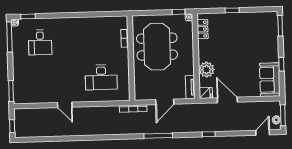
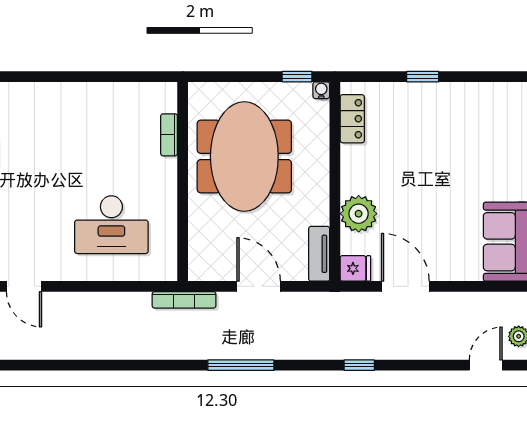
door: (165, 102) -> (259, 286), swing flipped

